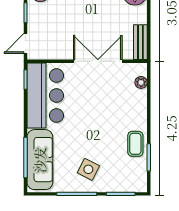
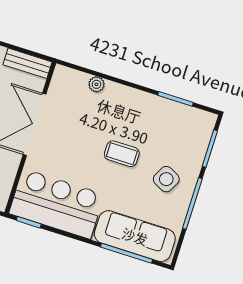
plant: (141, 82) -> (96, 84), moved
coffee table: (135, 144) -> (122, 154), moved

